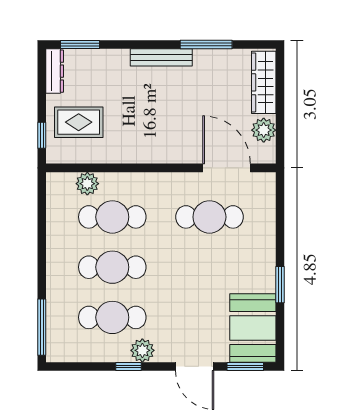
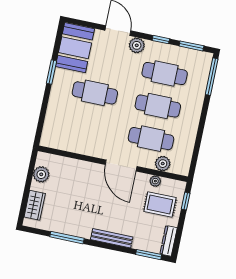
bench: (161, 57) -> (112, 238), moved
wardrobe: (264, 82) -> (35, 205), width x0.67
plant: (93, 155) -> (155, 181), added
door: (227, 168) -> (121, 165), moved
cafe table: (209, 217) -> (95, 93), moved
plant: (142, 350) -> (137, 45), moved
window: (245, 366) -> (191, 46), moved

